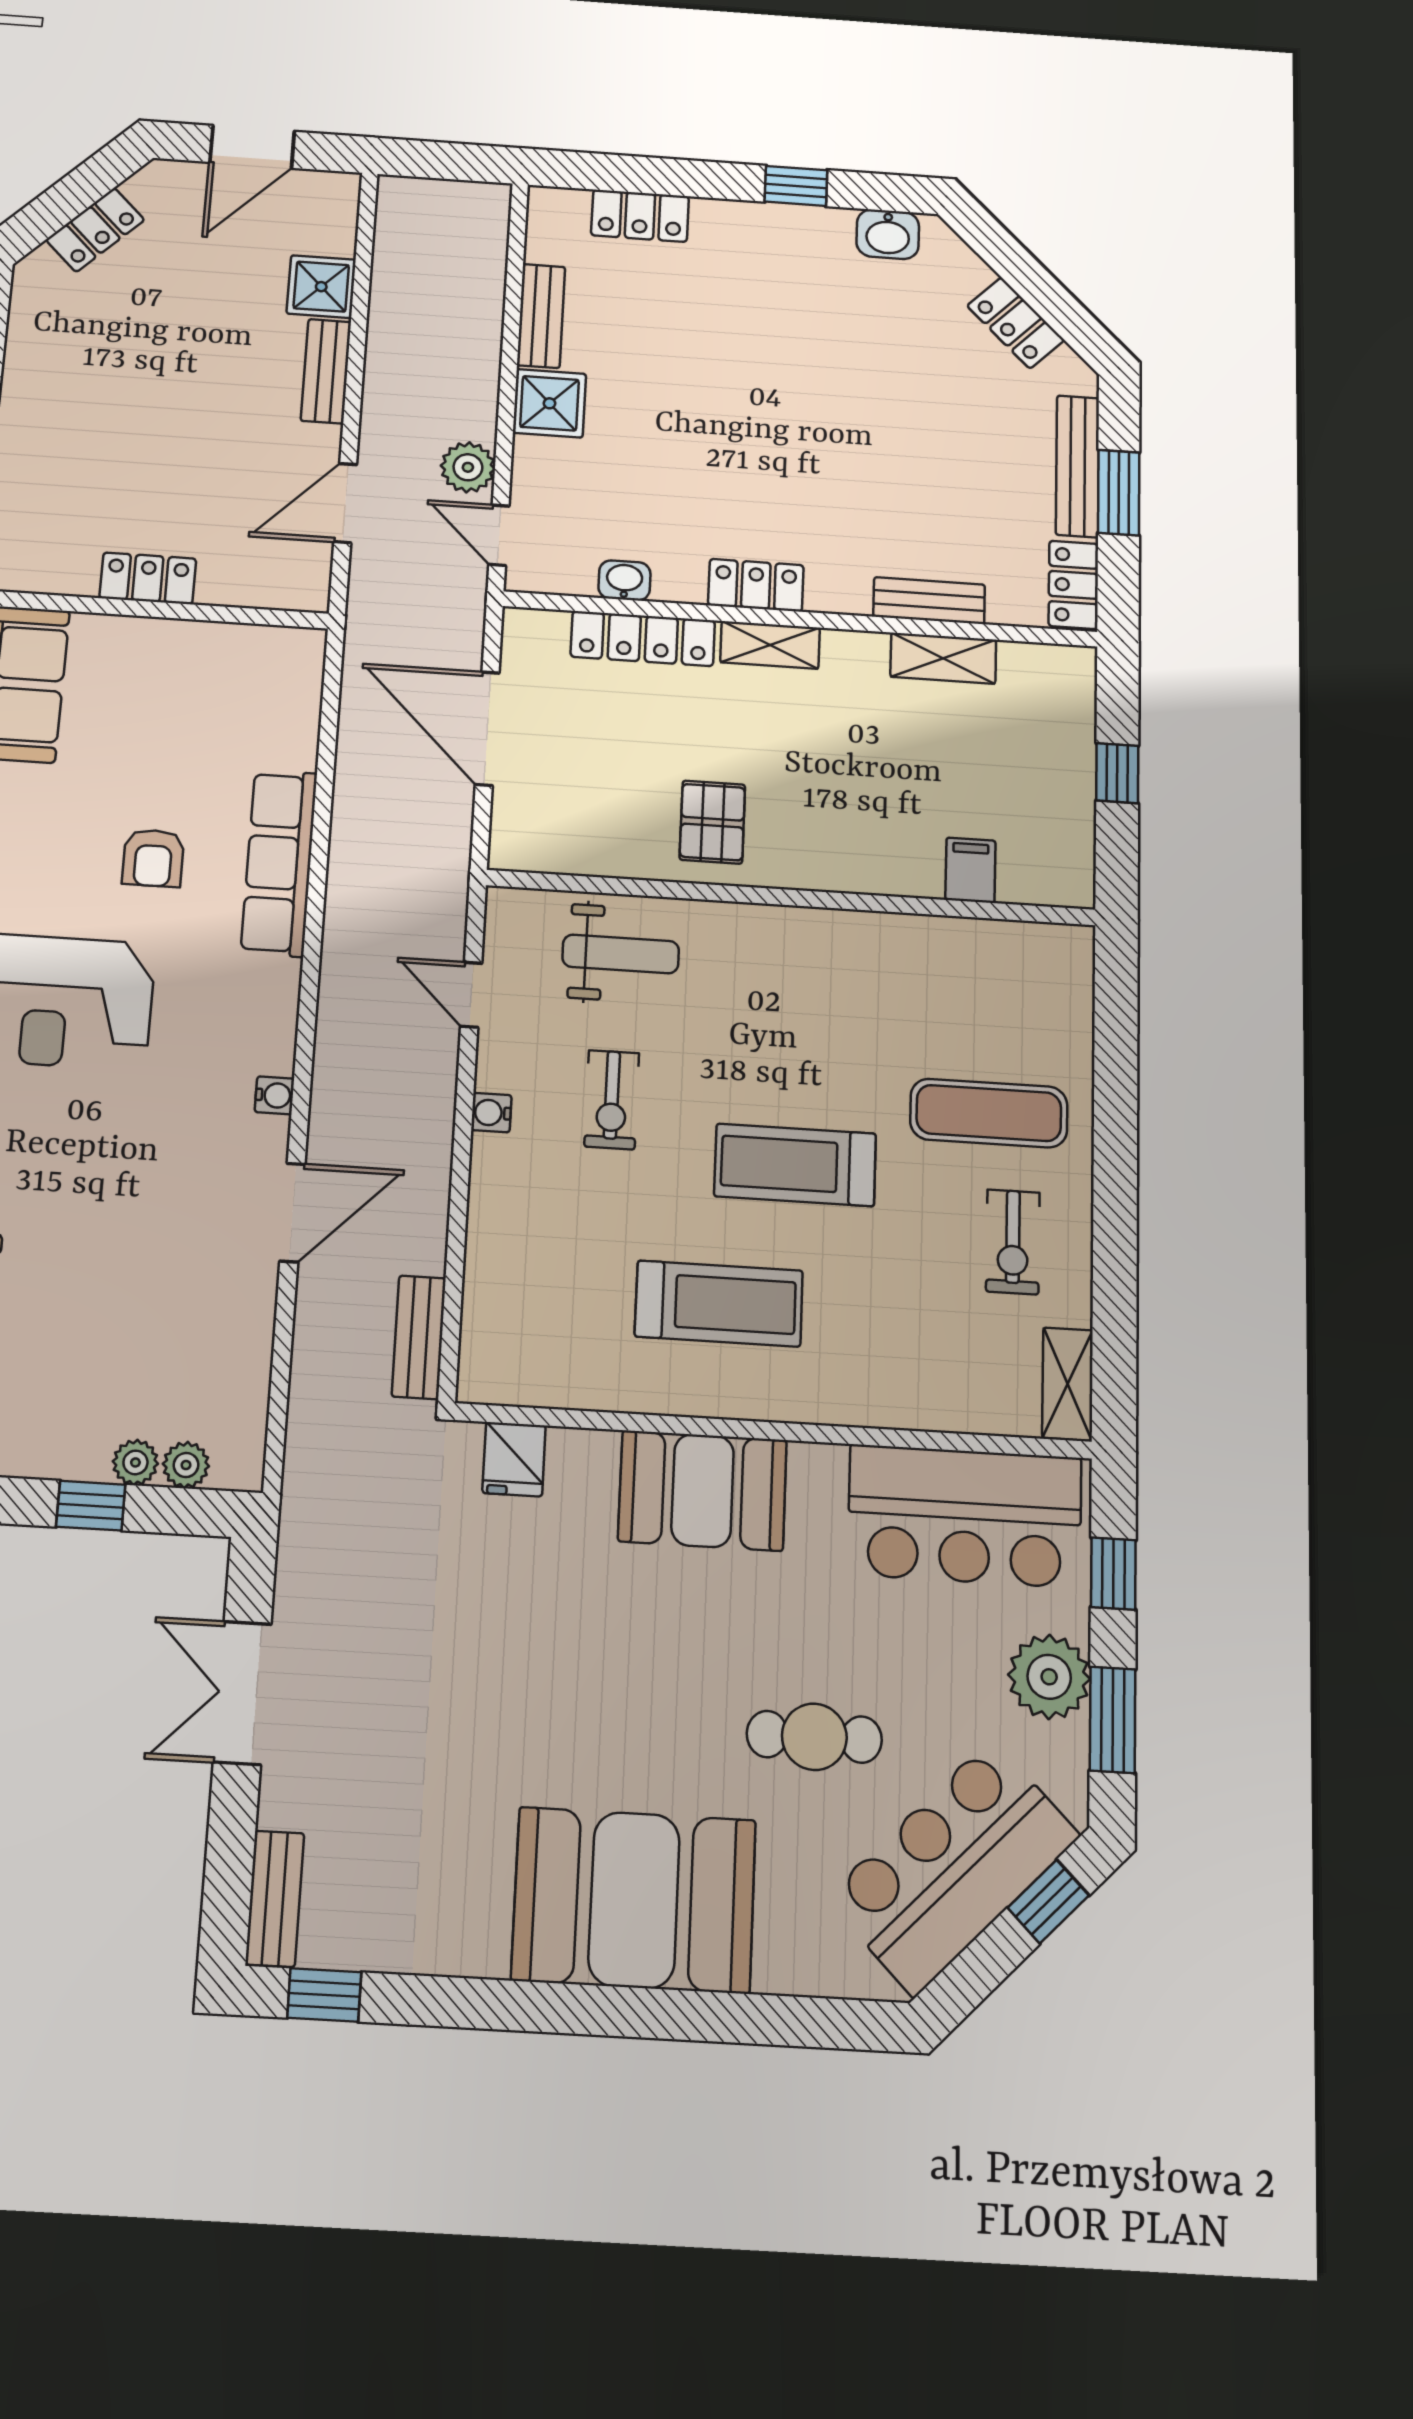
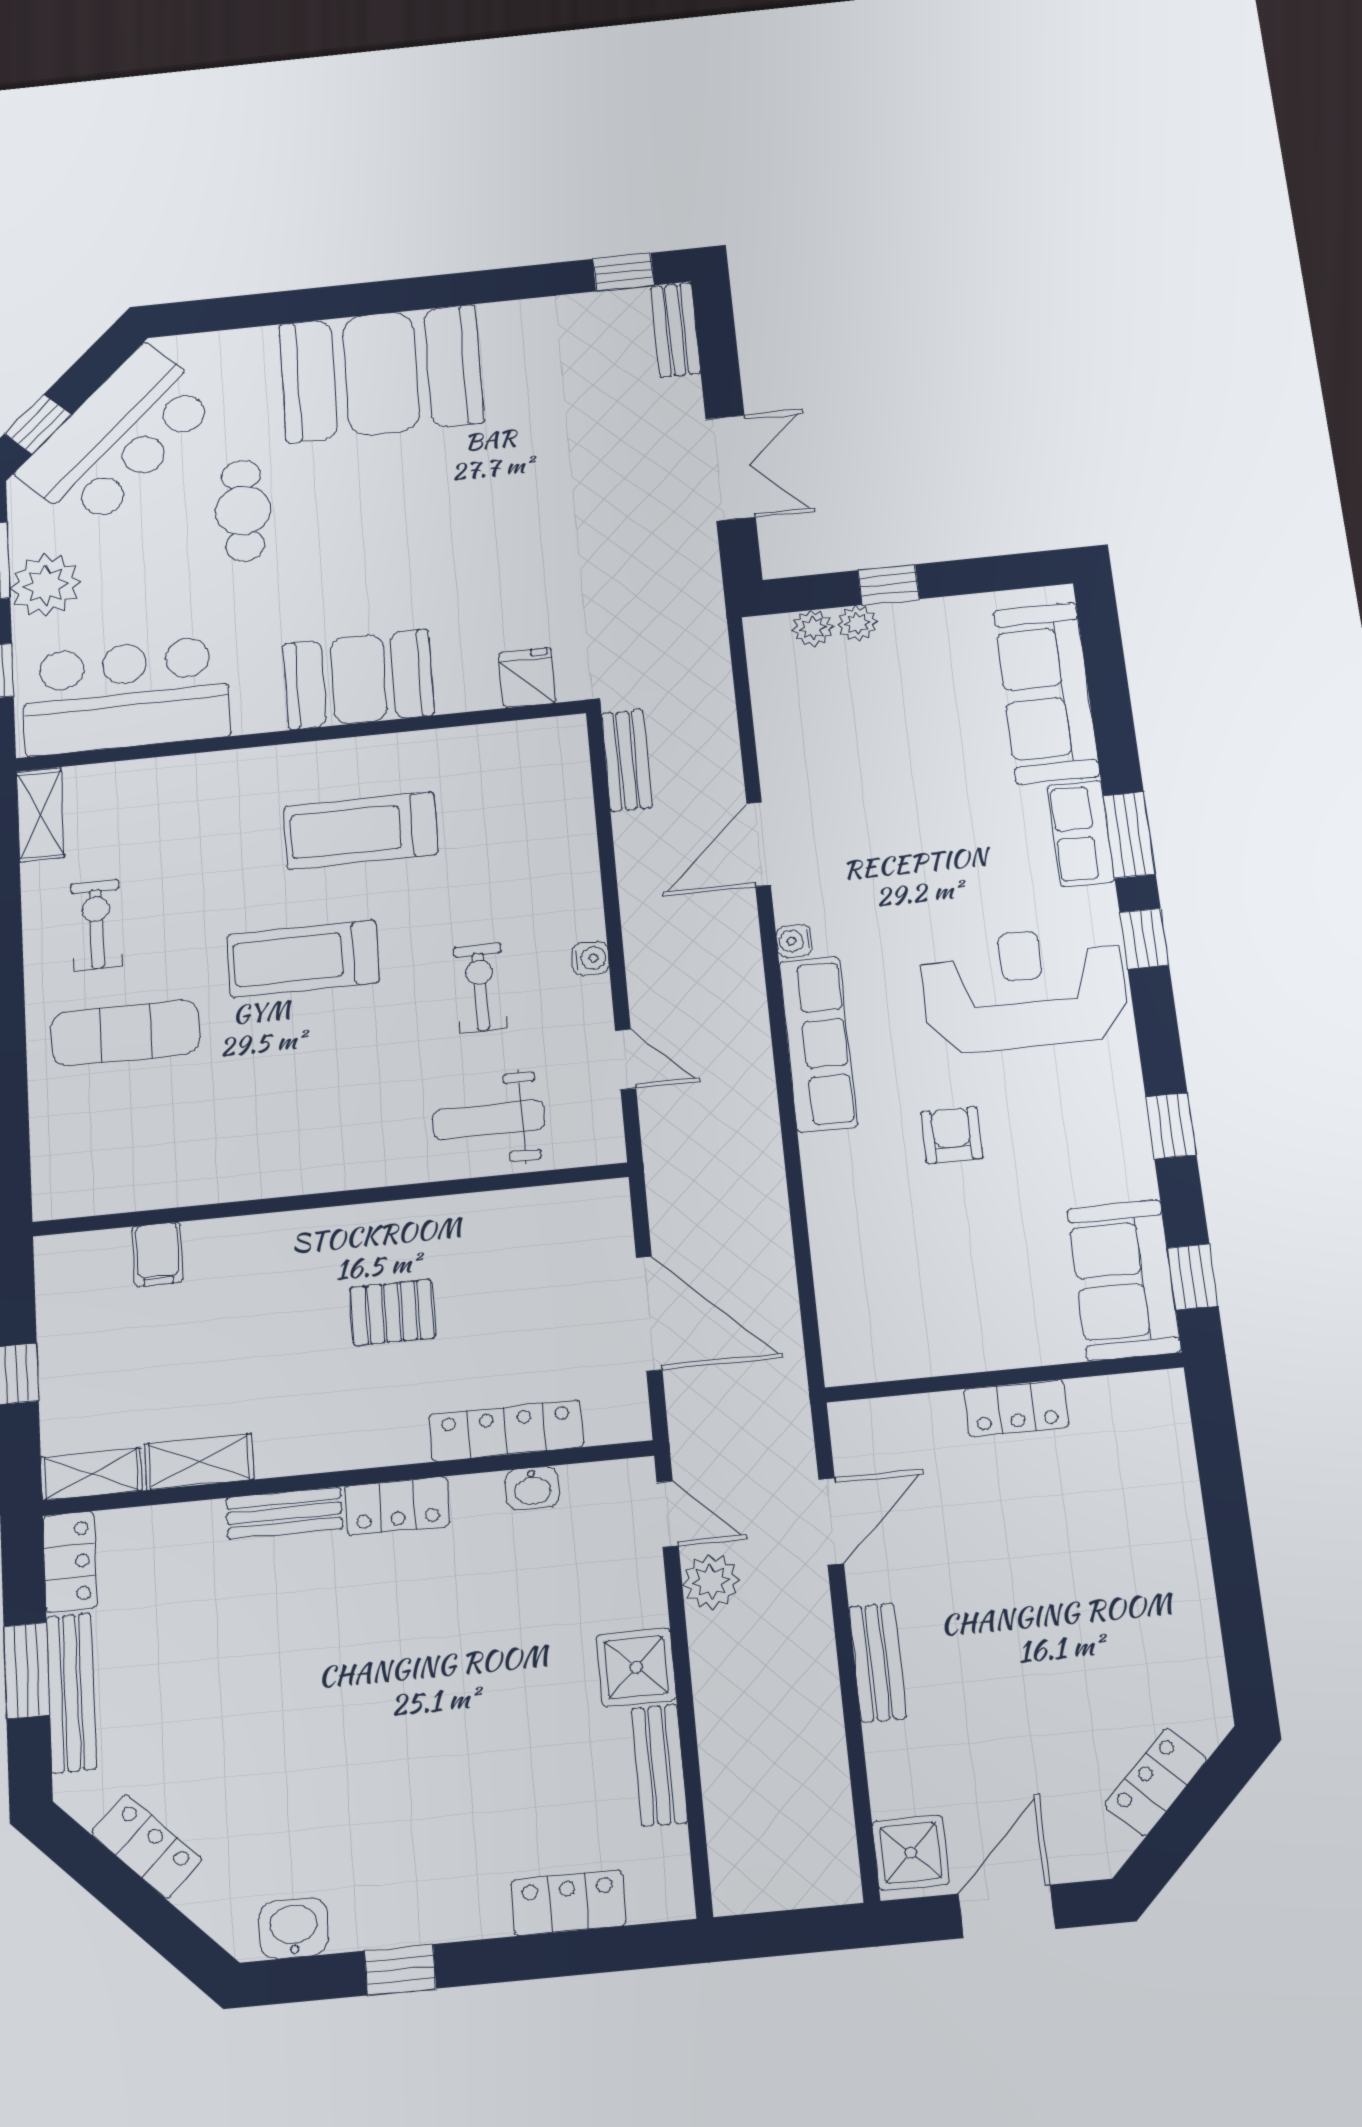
shower: (321, 287) -> (911, 1853), moved
bench: (929, 601) -> (284, 1513), moved
shelving: (770, 645) -> (91, 1474), moved
pallet: (712, 822) -> (392, 1312), moved, turned 90
row of seats: (279, 863) -> (818, 1044), moved
treadmill: (795, 1165) -> (303, 958), turned 180
cafe table: (814, 1737) -> (243, 511), turned 90

